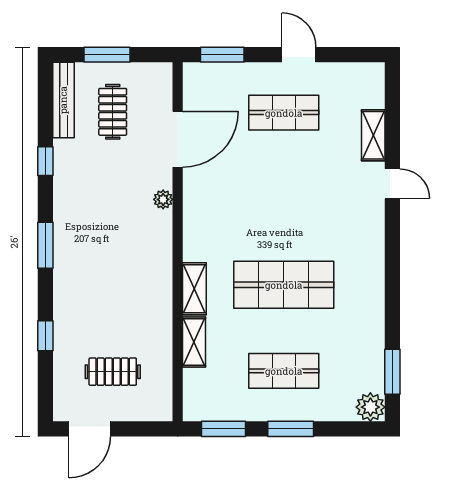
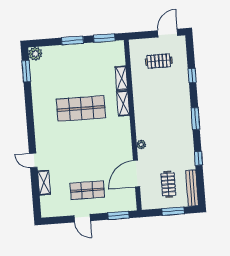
shop shelf: (284, 371) -> (78, 68), removed

